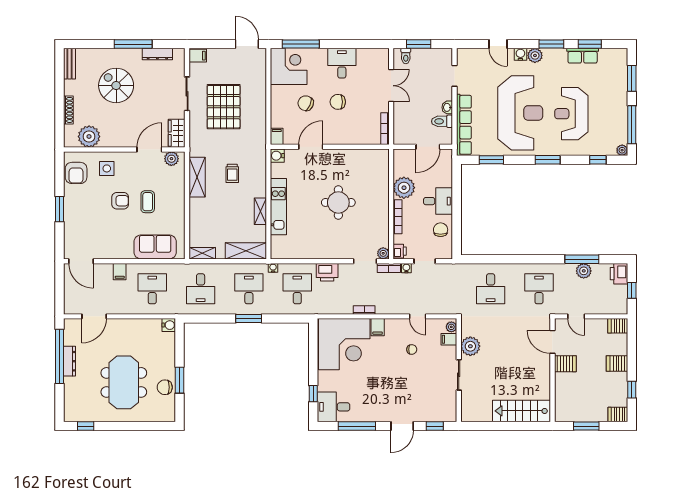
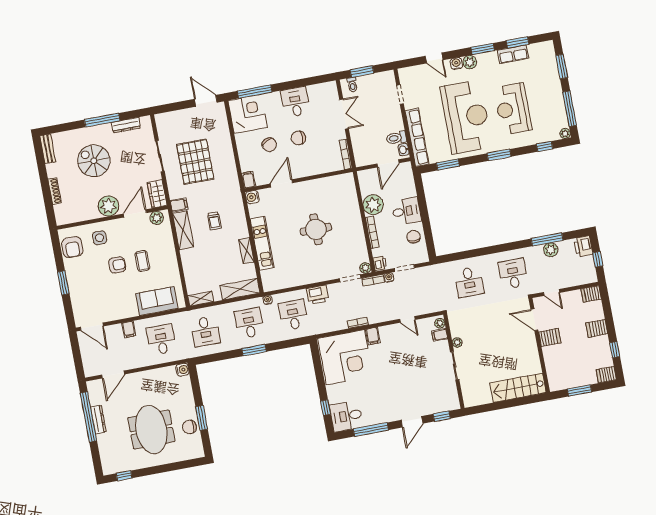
filing cabinet: (198, 56) -> (179, 205), moved
chair: (306, 103) -> (269, 145), turned -138
washbasin: (447, 107) -> (404, 150), moved
plant: (89, 136) -> (109, 206), moved
plant: (470, 346) -> (457, 342), width x0.53, depth x0.53
chair: (412, 349) -> (408, 351), removed

